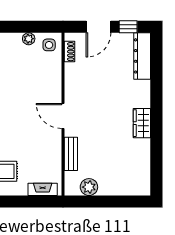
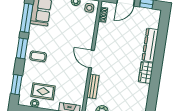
dresser: (142, 56) -> (150, 45), moved

